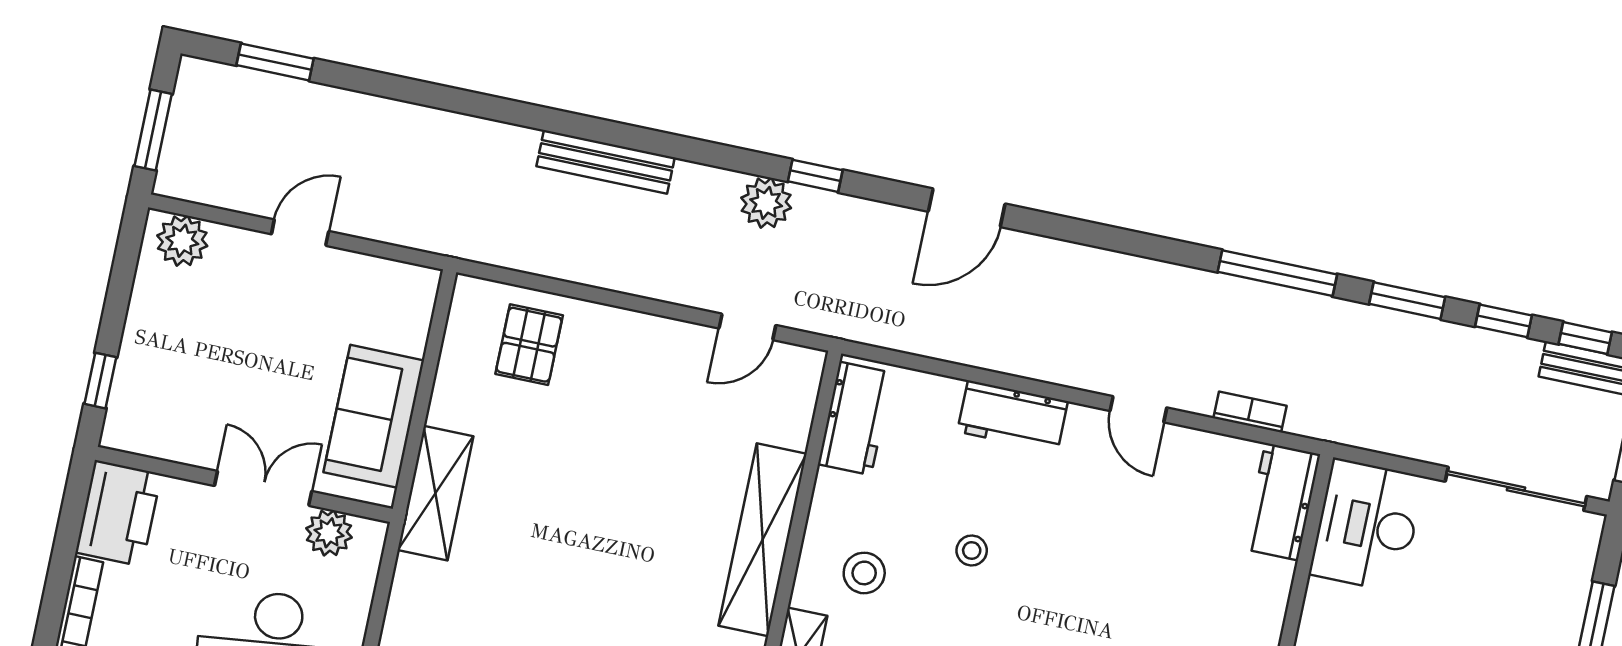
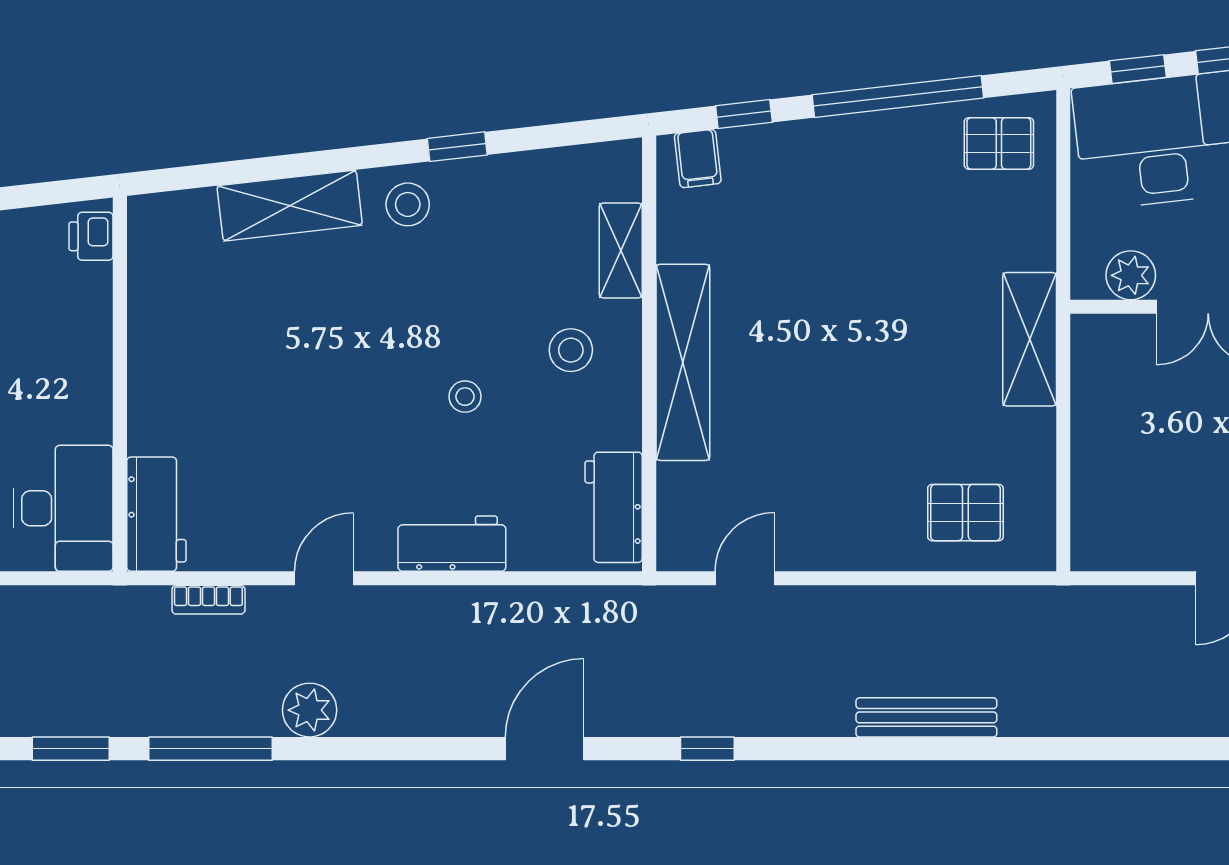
plant: (766, 203) -> (310, 710), moved
pallet: (529, 345) -> (965, 513), turned 90
door: (1138, 409) -> (324, 578), hinge flipped
sofa: (374, 416) -> (1110, 405), removed

